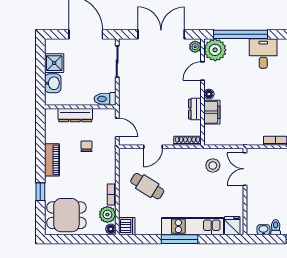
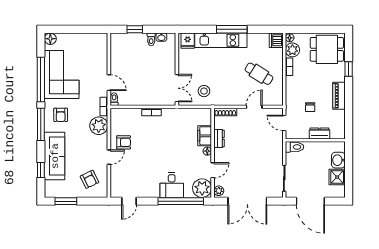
desk: (263, 54) -> (172, 185), moved
dresser: (75, 115) -> (319, 133), width x0.70

